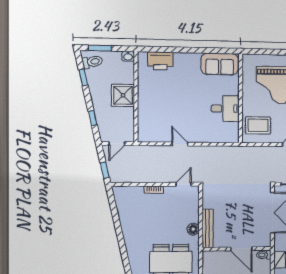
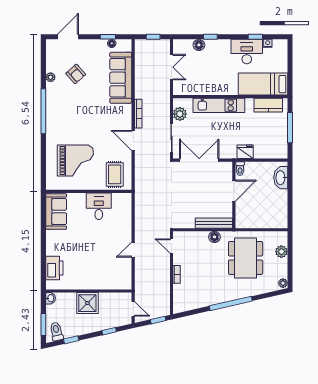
window: (123, 247) -> (231, 303), added

